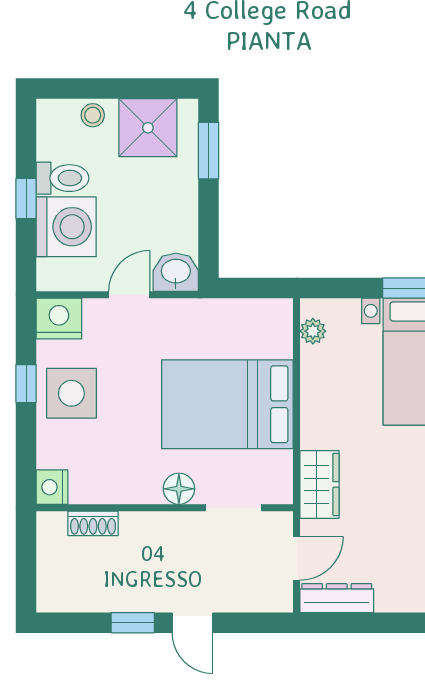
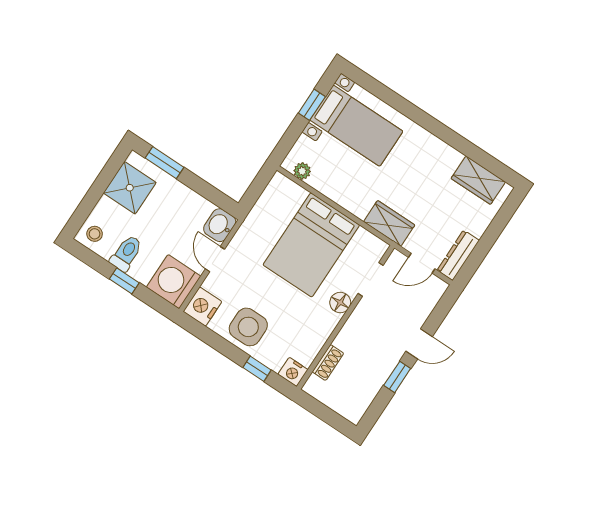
stool: (93, 115) -> (95, 234), moved
washing machine: (66, 227) -> (174, 282), moved, turned -90
window: (26, 384) -> (257, 369), moved
door: (296, 558) -> (422, 263), swing flipped

